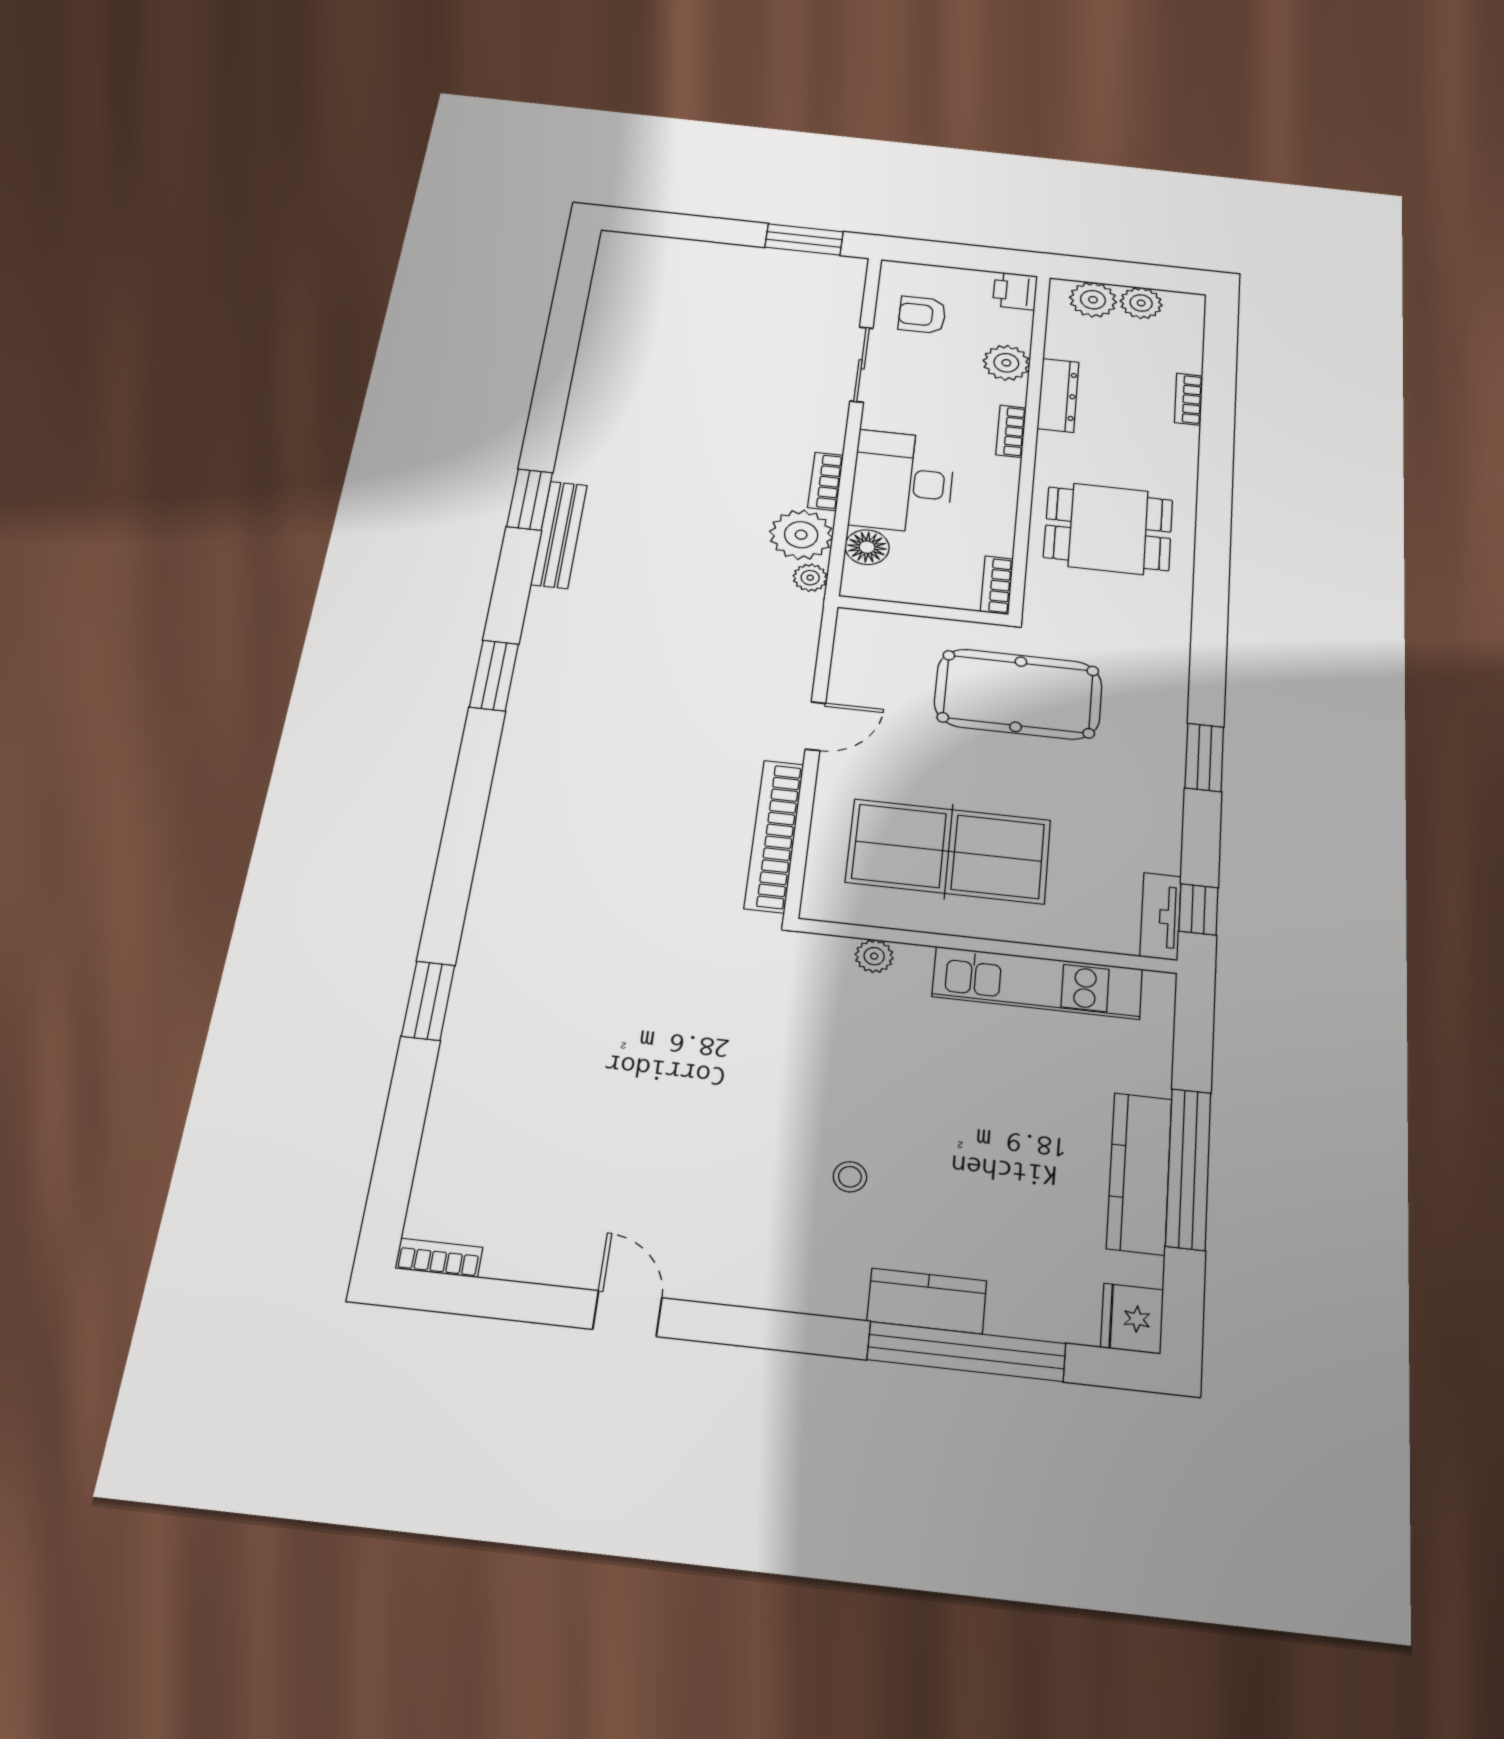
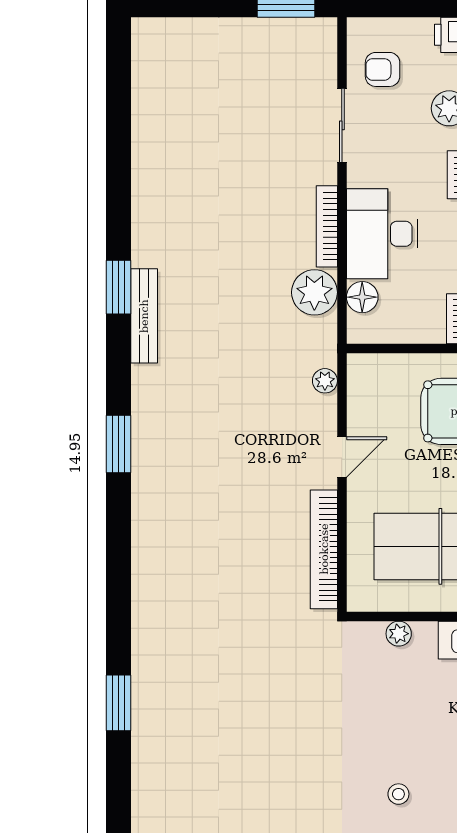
bookcase: (826, 481) -> (327, 226), width x1.56
plant: (810, 578) -> (325, 381), moved

